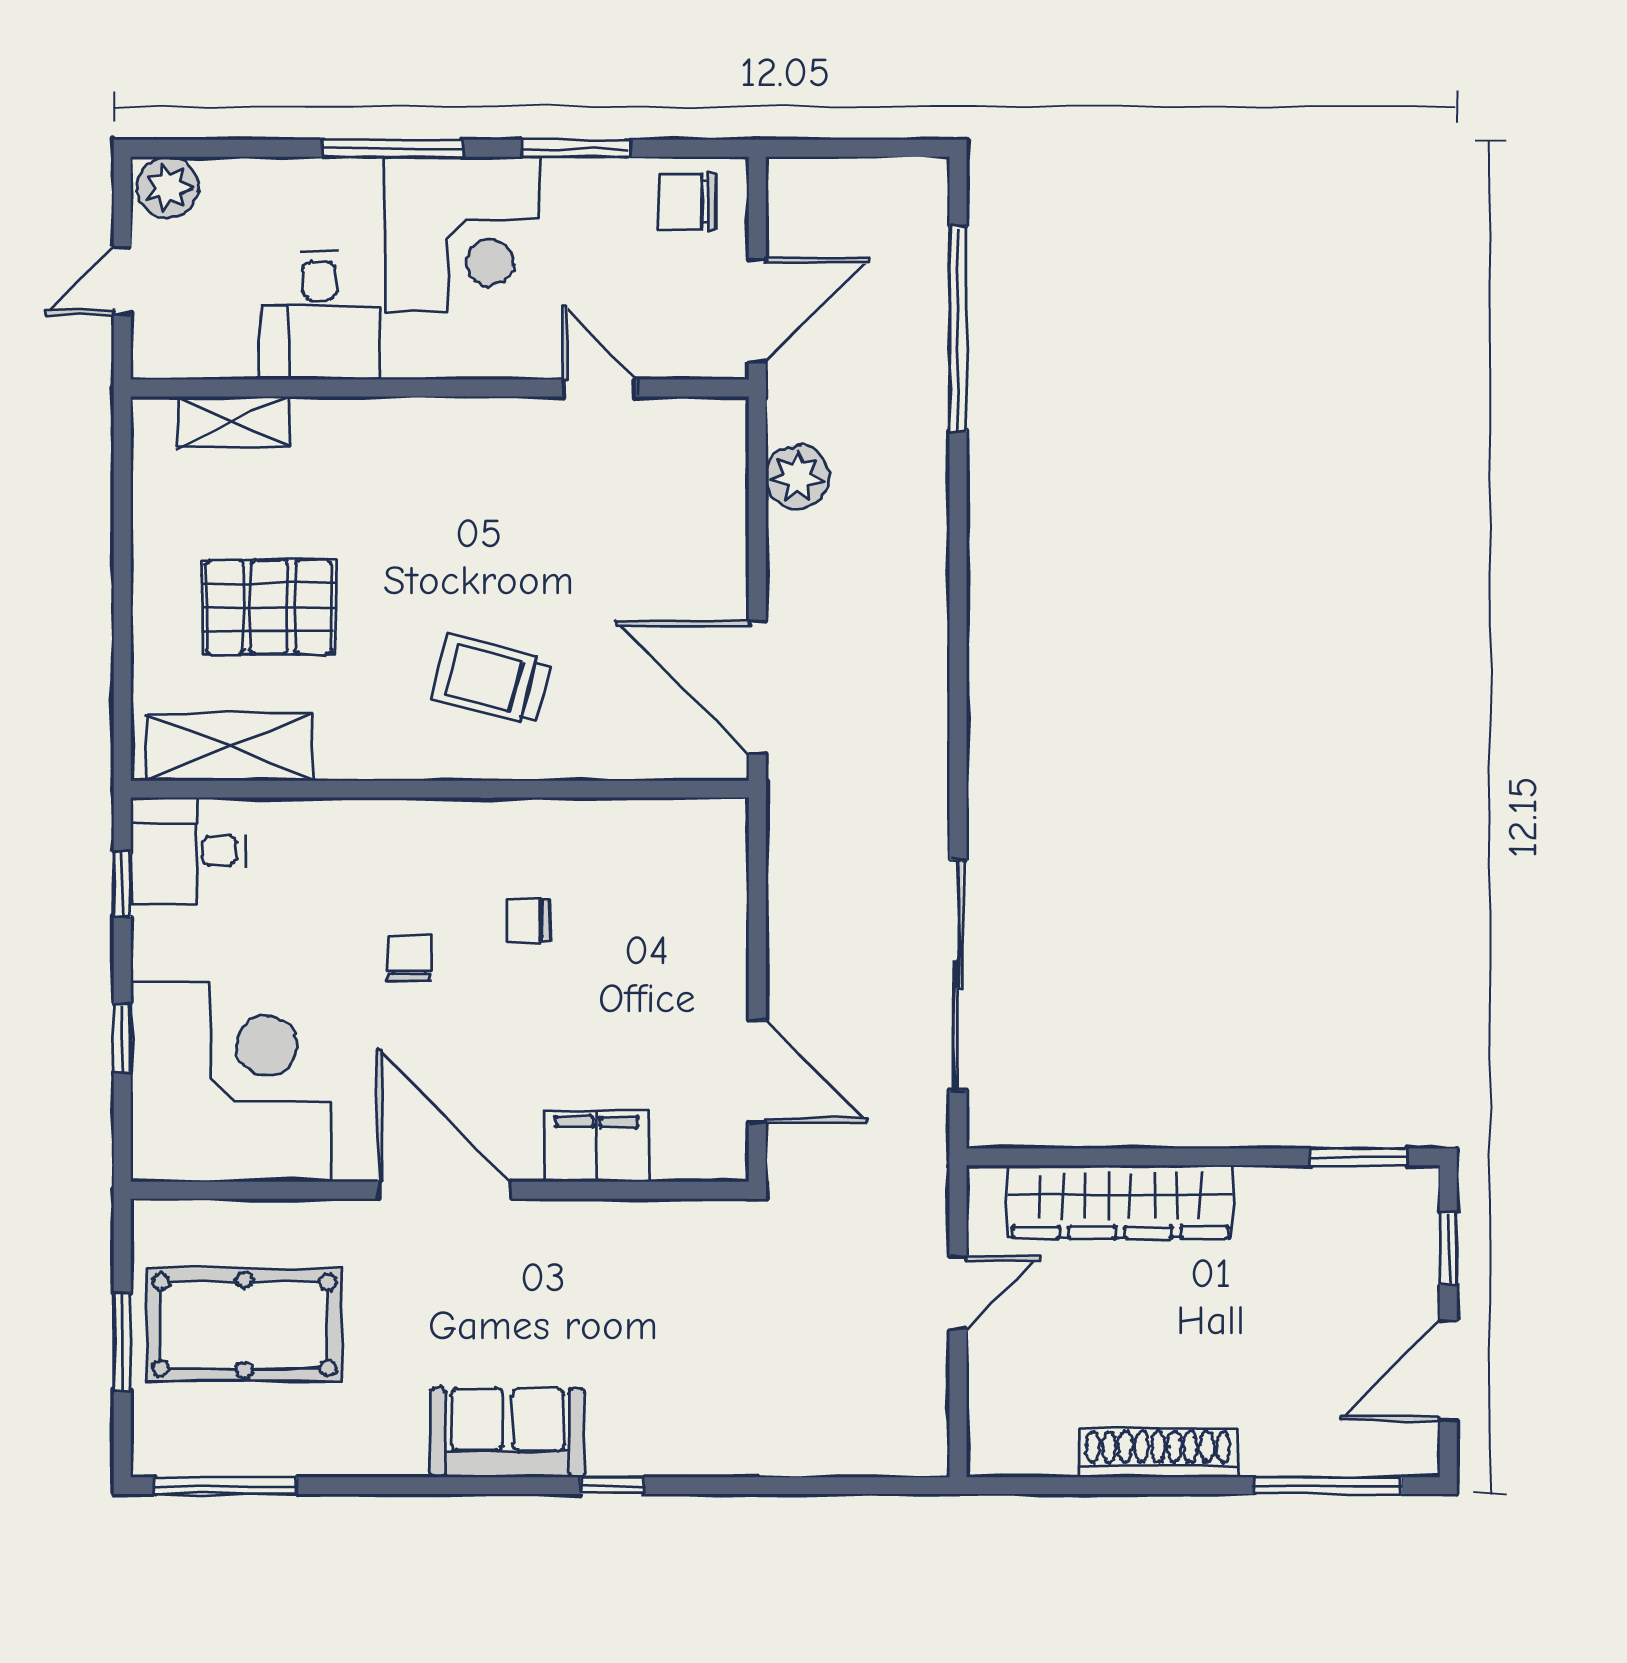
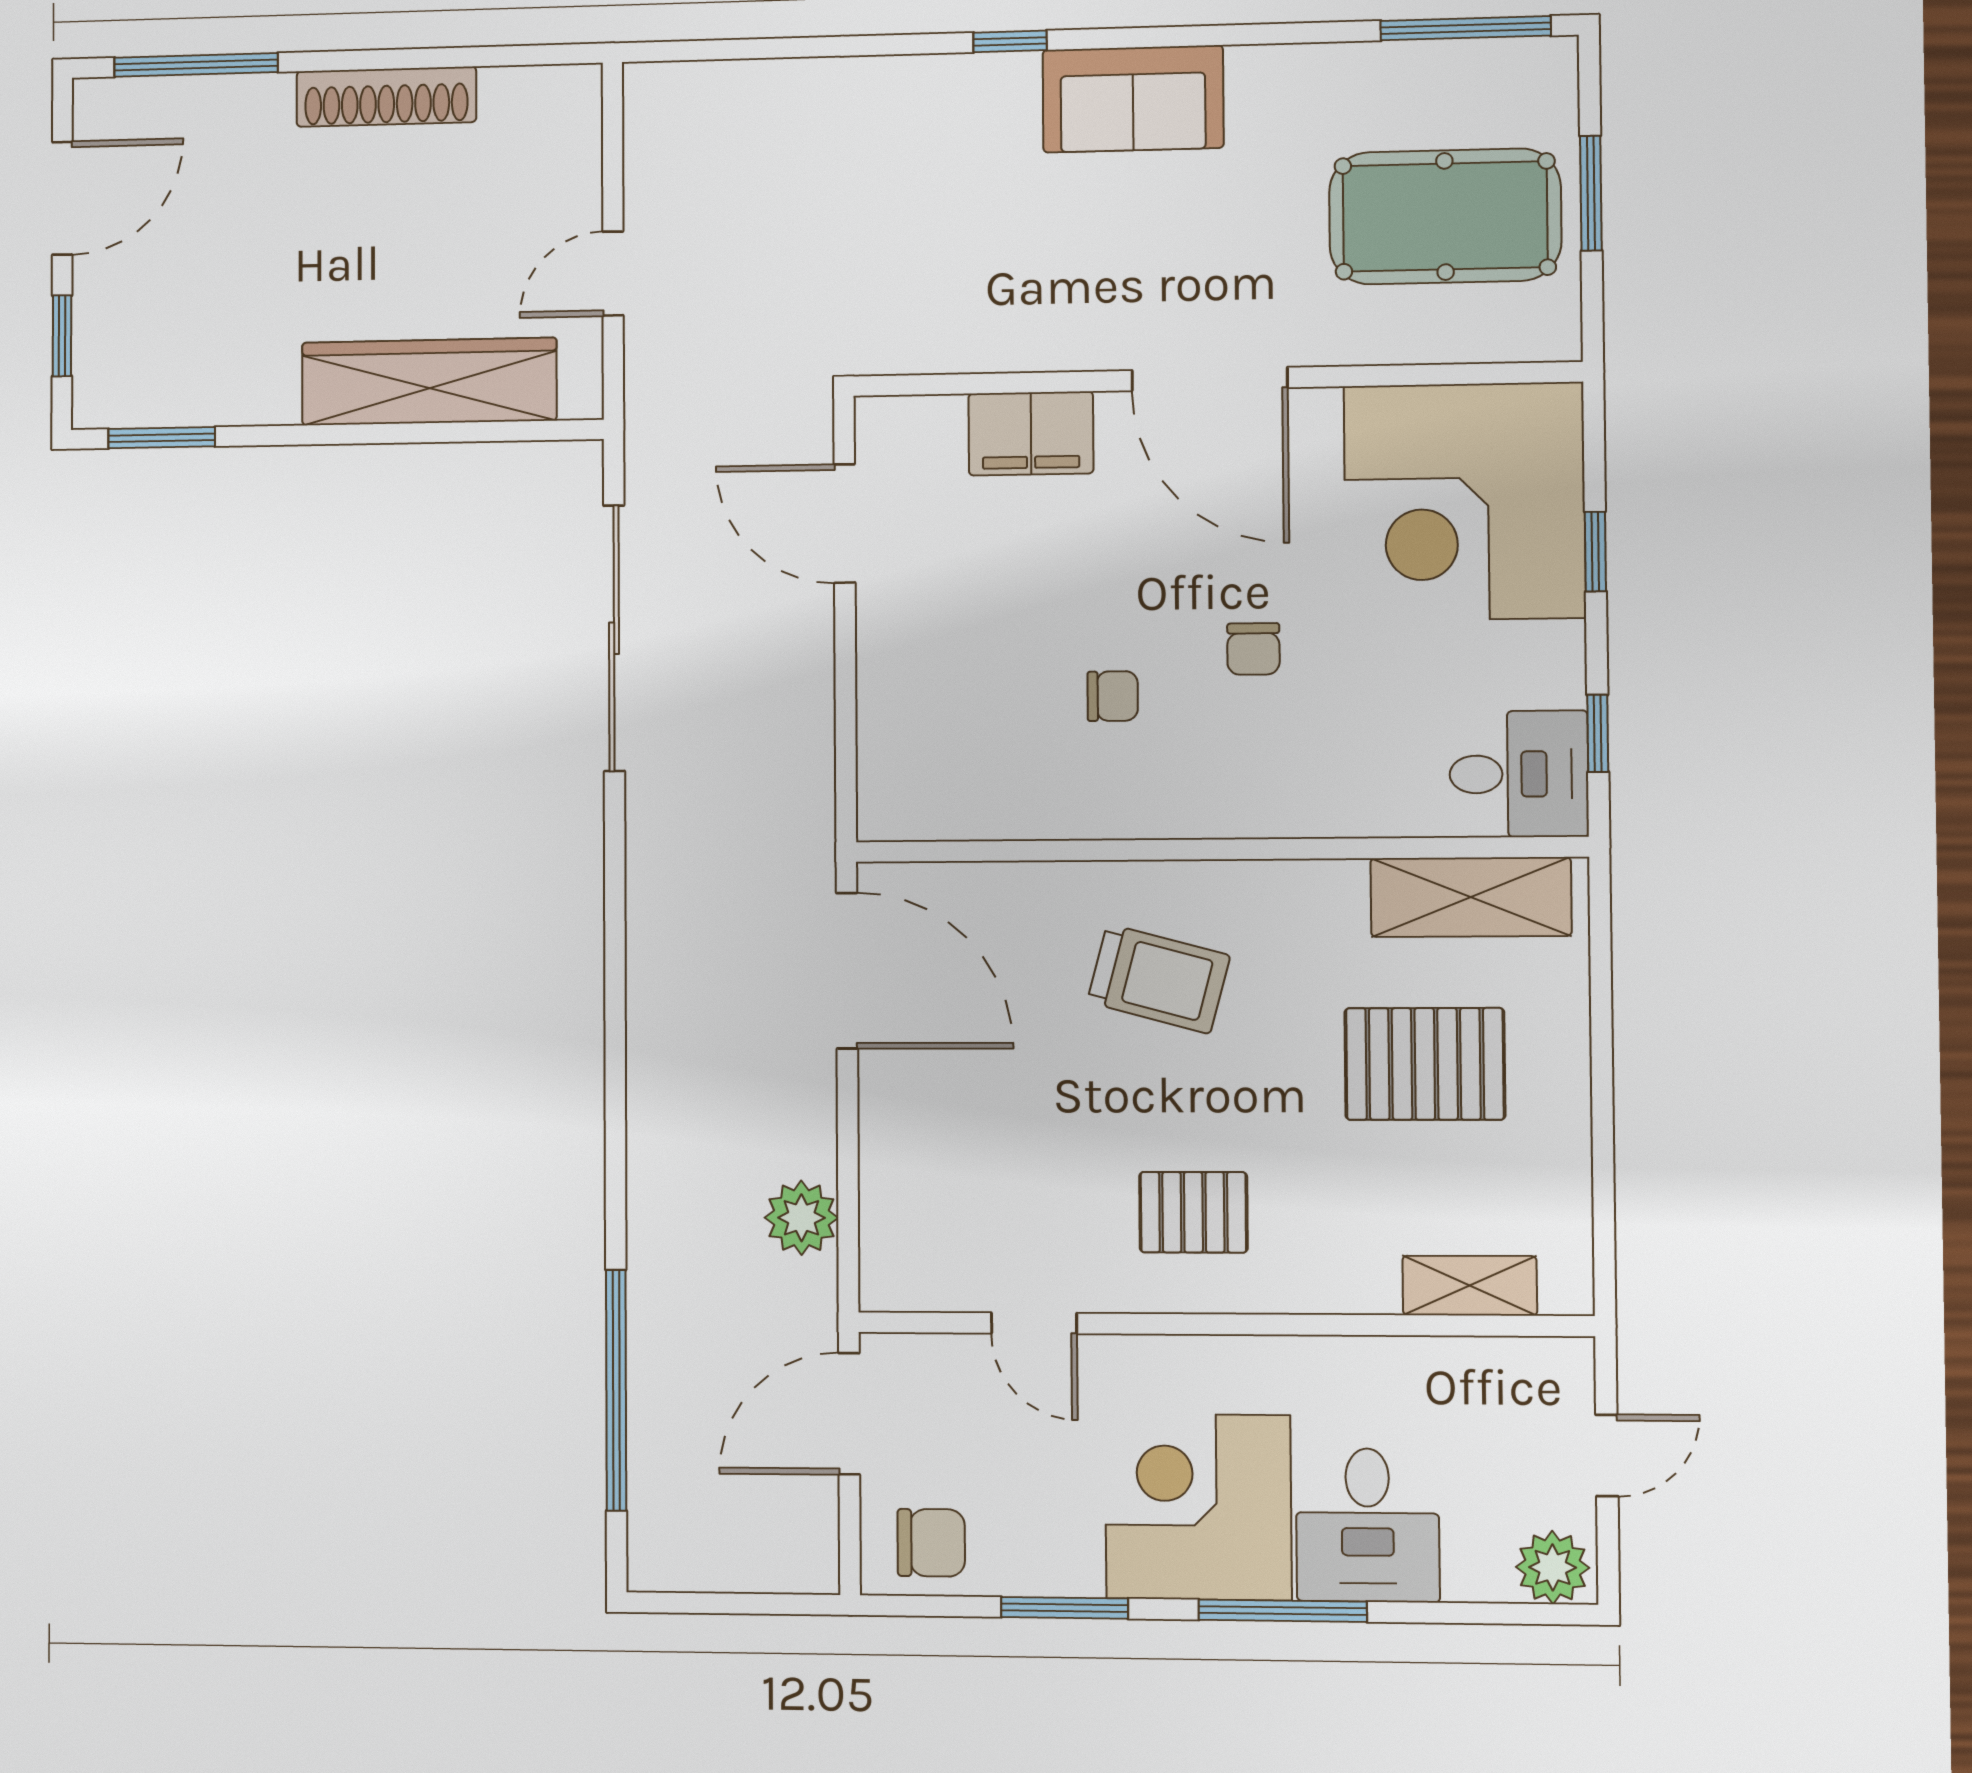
desk: (319, 316) -> (1368, 1525), moved, turned 180
pallet: (464, 482) -> (1193, 1212), added

